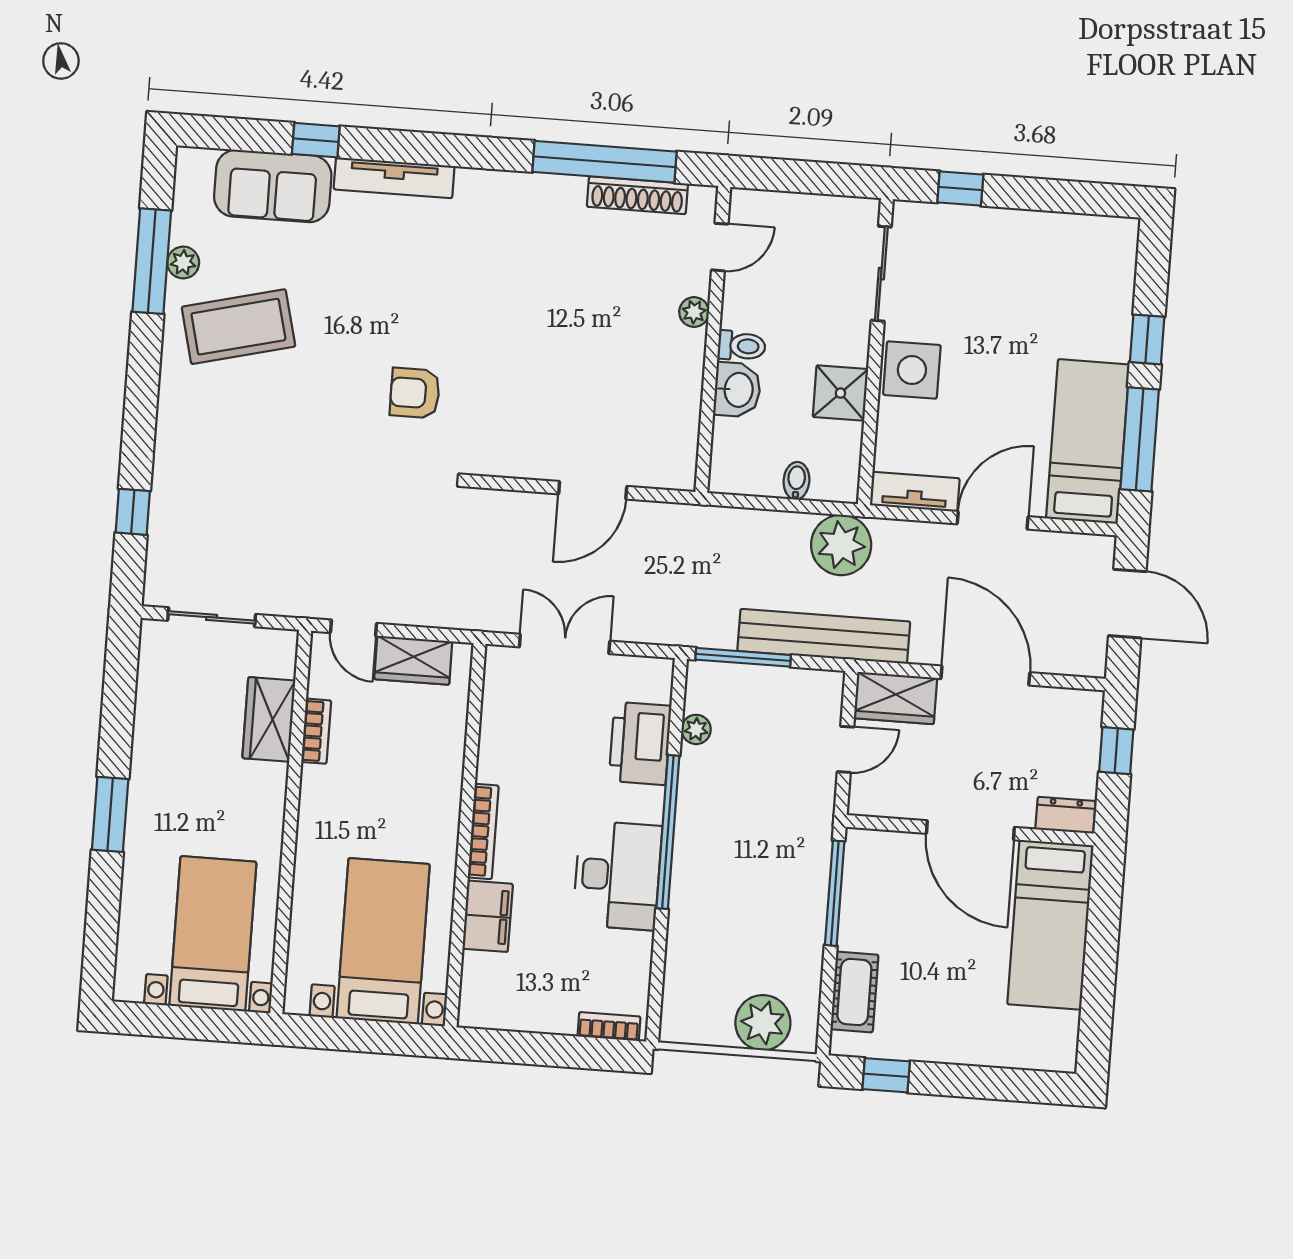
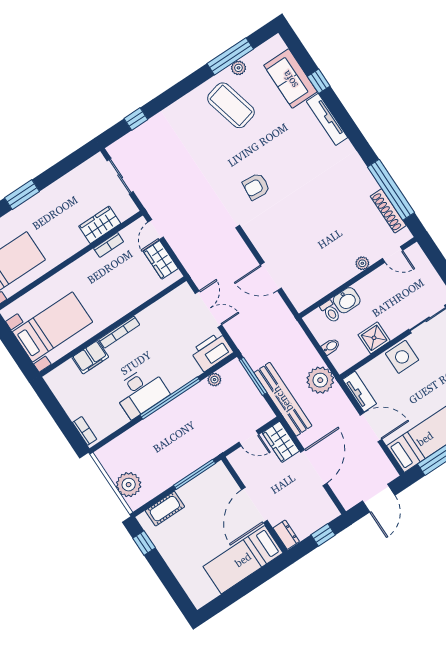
toilet: (742, 346) -> (330, 312), moved
armchair: (415, 393) -> (256, 186), turned -85
printer: (640, 743) -> (212, 352), moved

